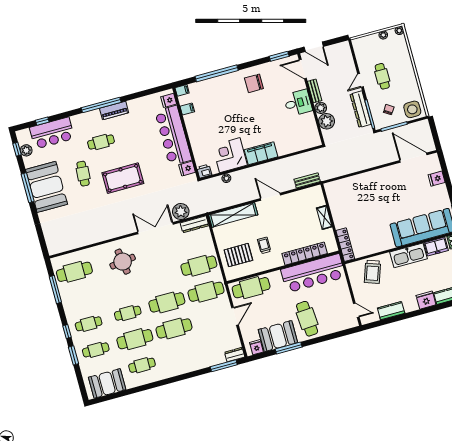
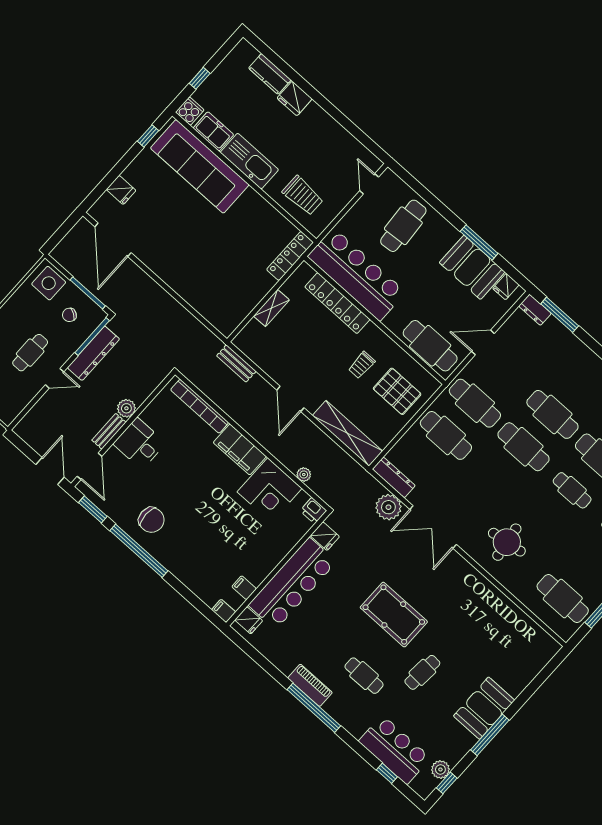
window: (217, 73) -> (139, 551), moved
plant: (327, 121) -> (139, 389), removed
bookcase: (297, 147) -> (200, 406), added
booth: (46, 187) -> (484, 708), width x0.73, depth x0.70
trolley: (372, 272) -> (303, 196), turned 71
kitchen counter: (391, 311) -> (339, 136), removed
cafe table: (307, 319) -> (403, 226), moved

